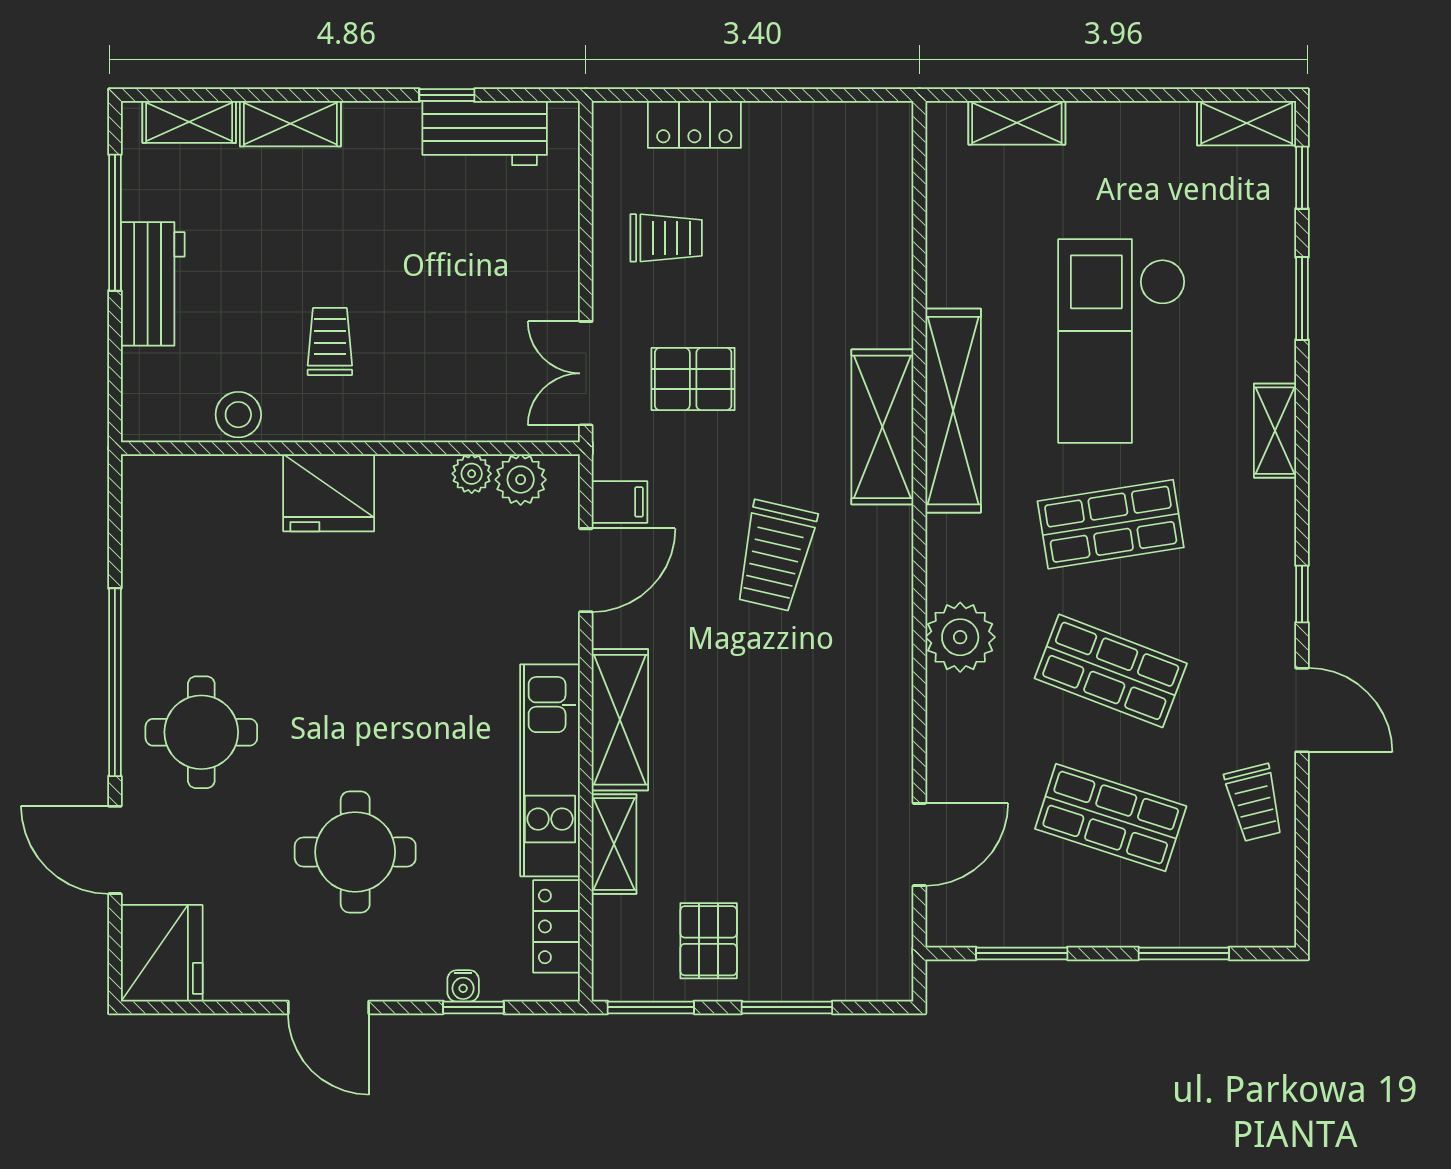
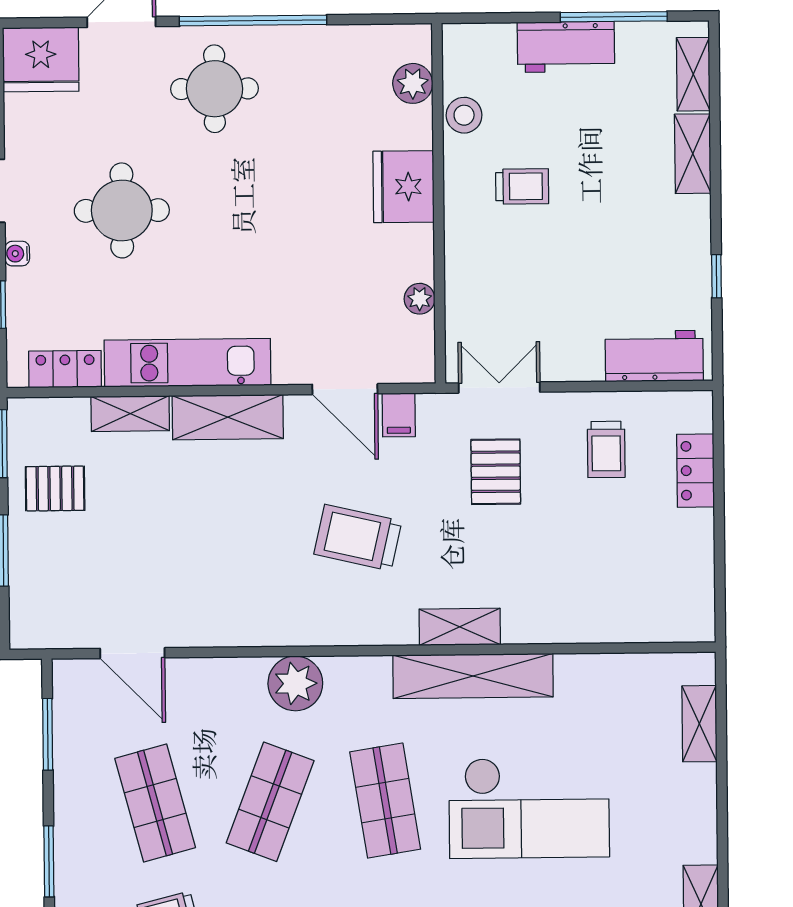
workbench: (485, 133) -> (654, 356), moved, turned 90
checkout: (1122, 341) -> (529, 808), turned 180
shelving: (882, 427) -> (460, 627), width x0.67, depth x0.75
plant: (521, 480) -> (413, 83), moved
shop shelf: (1111, 818) -> (155, 803), turned -33
water cooler: (463, 986) -> (17, 254), moved

